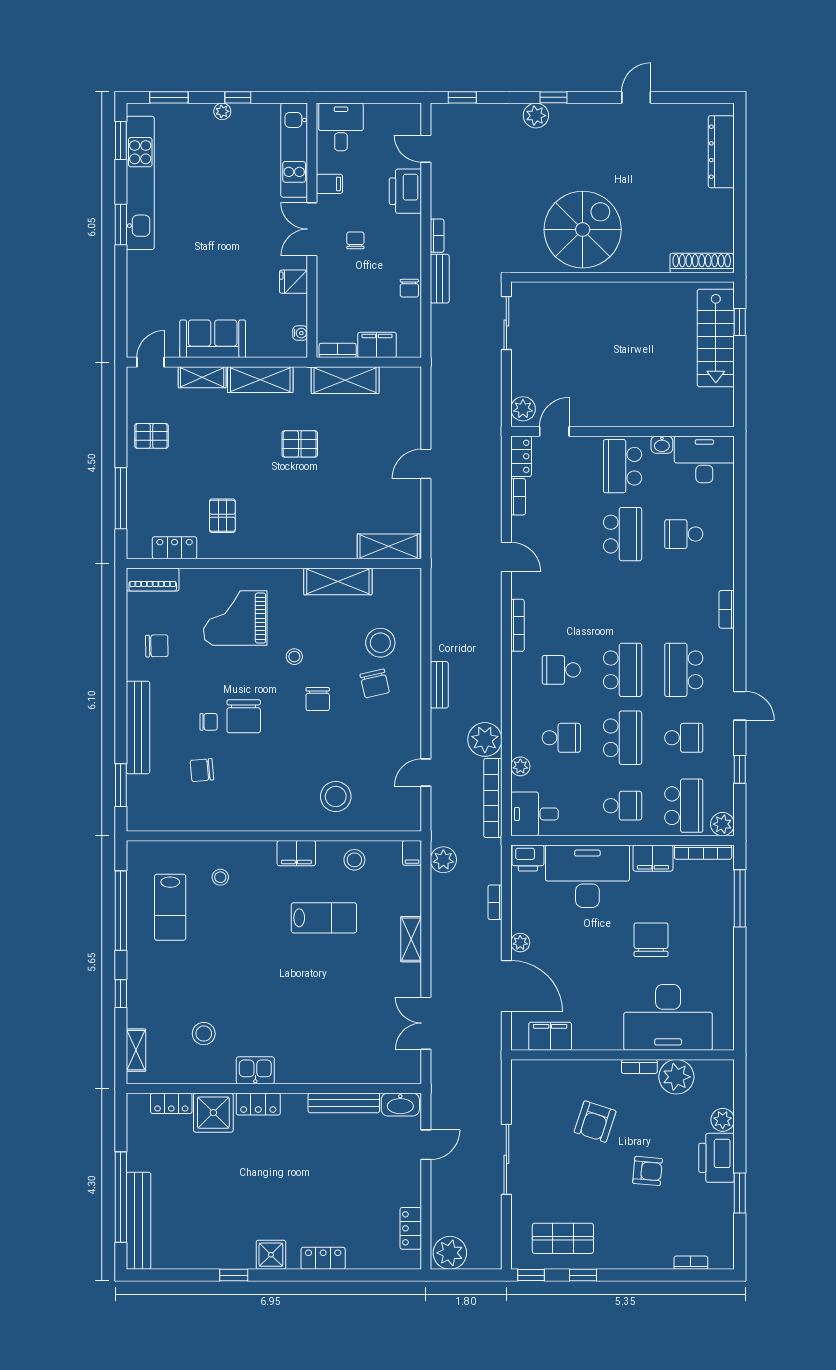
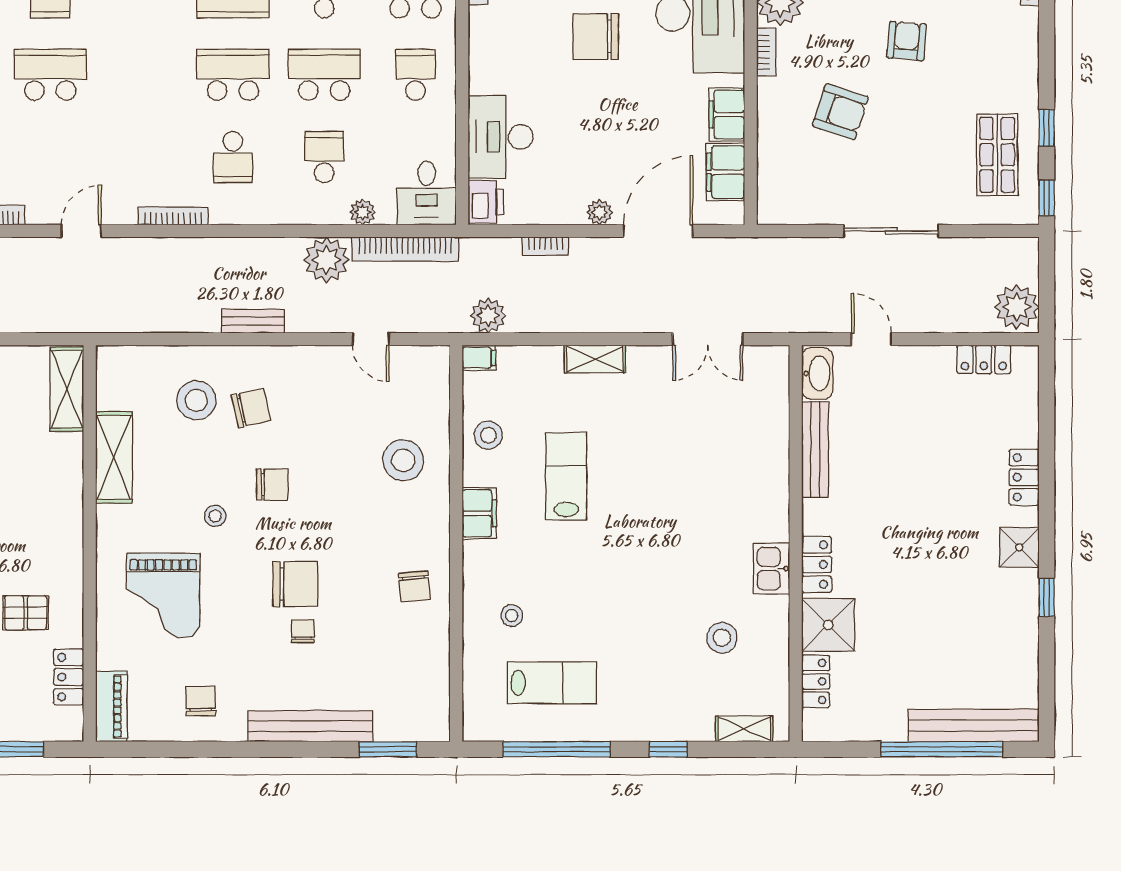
chair: (202, 770) -> (414, 587), moved
filing cabinet: (653, 858) -> (727, 114), moved, turned 180
desk: (587, 876) -> (501, 137), width x0.73, depth x0.77

